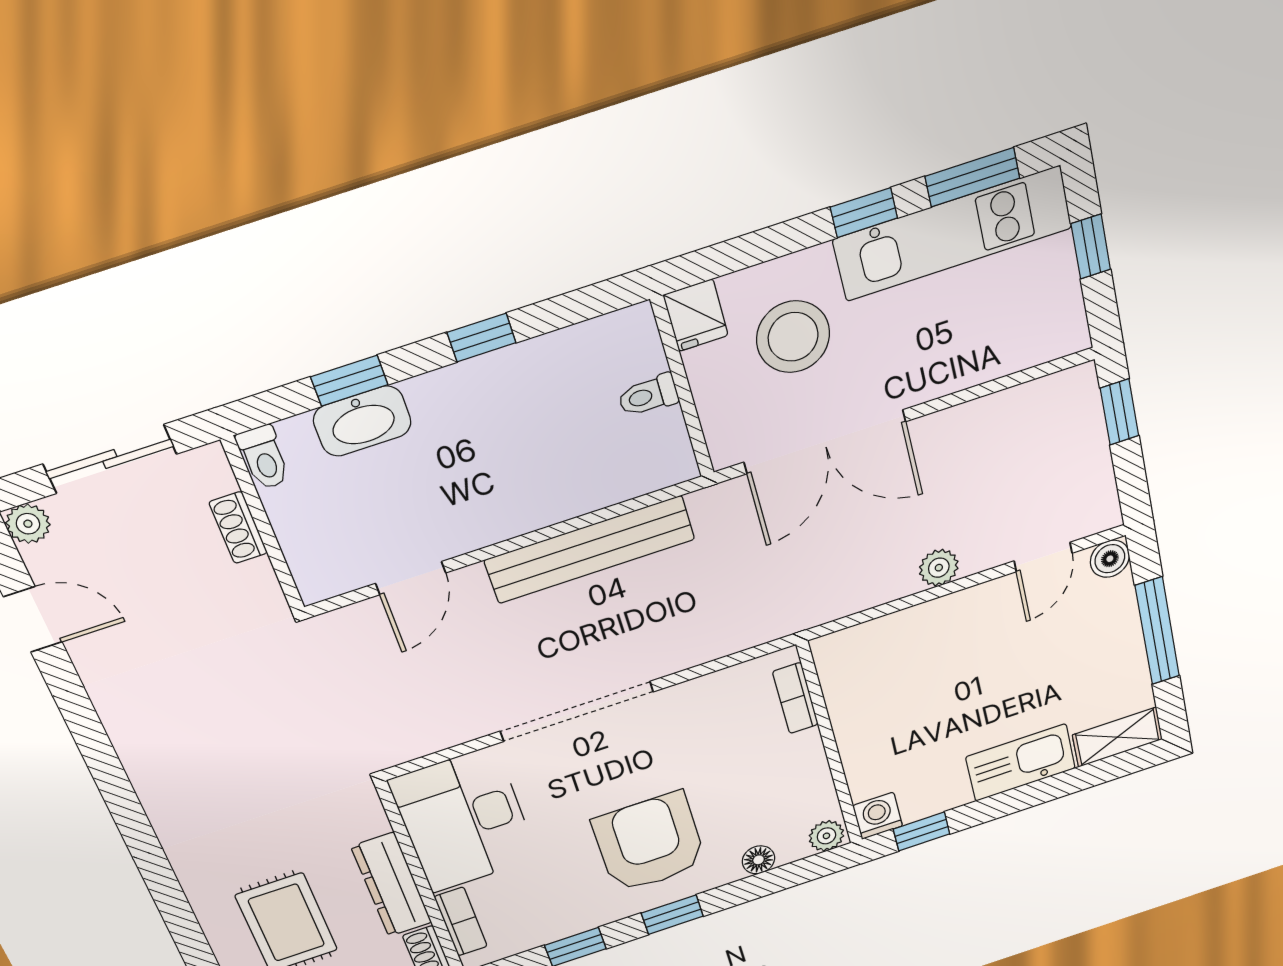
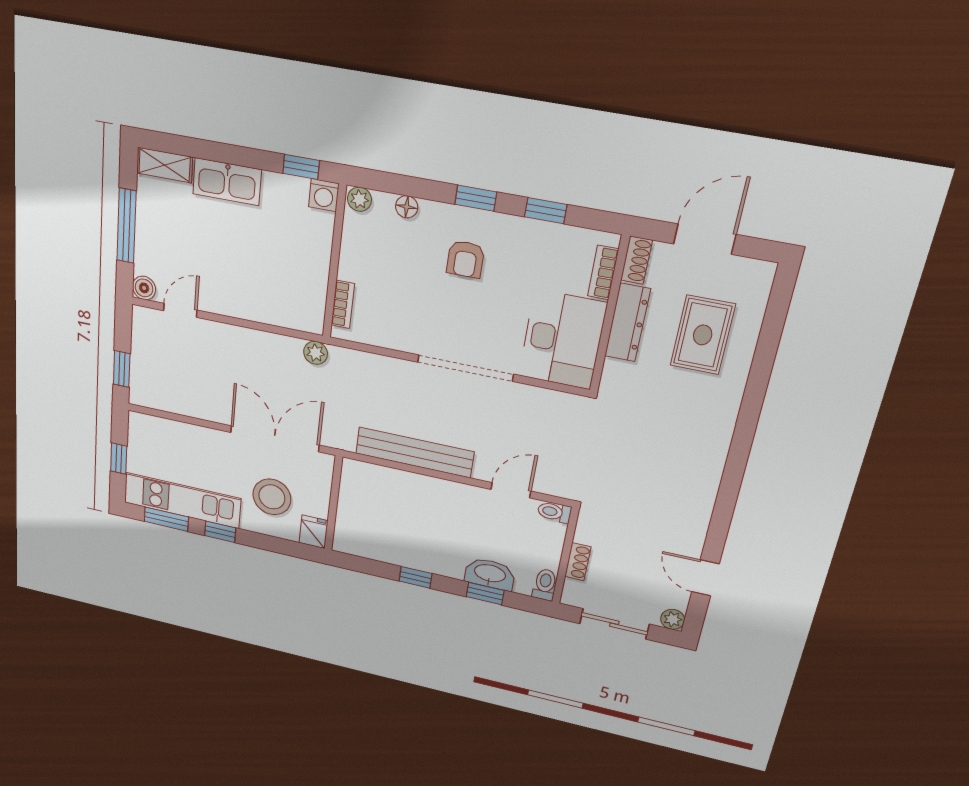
toilet: (648, 395) -> (554, 512), moved, turned 180
plant: (939, 568) -> (316, 353), moved
armchair: (649, 843) -> (465, 259), width x0.53, depth x0.53

